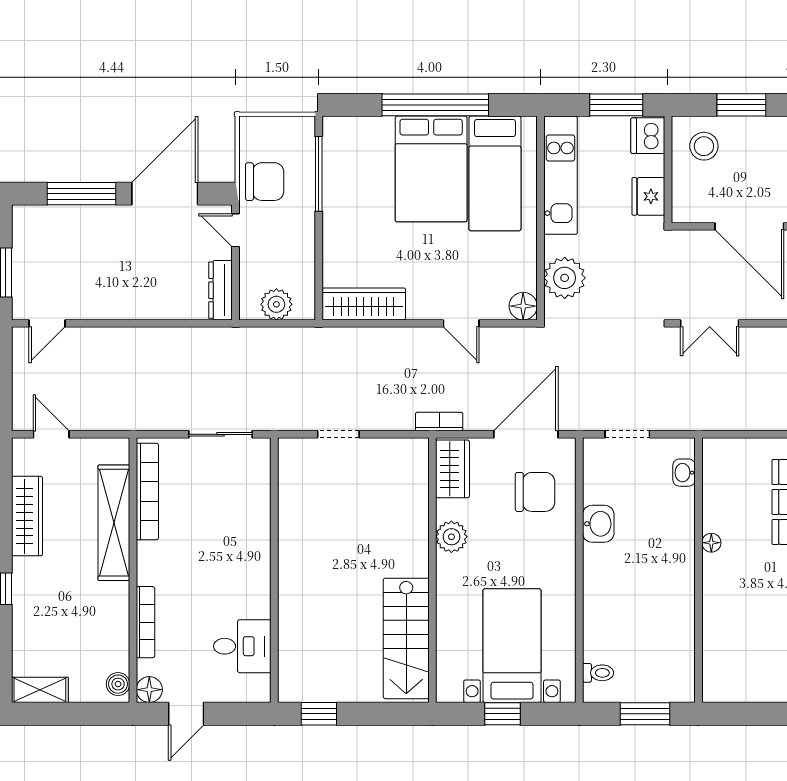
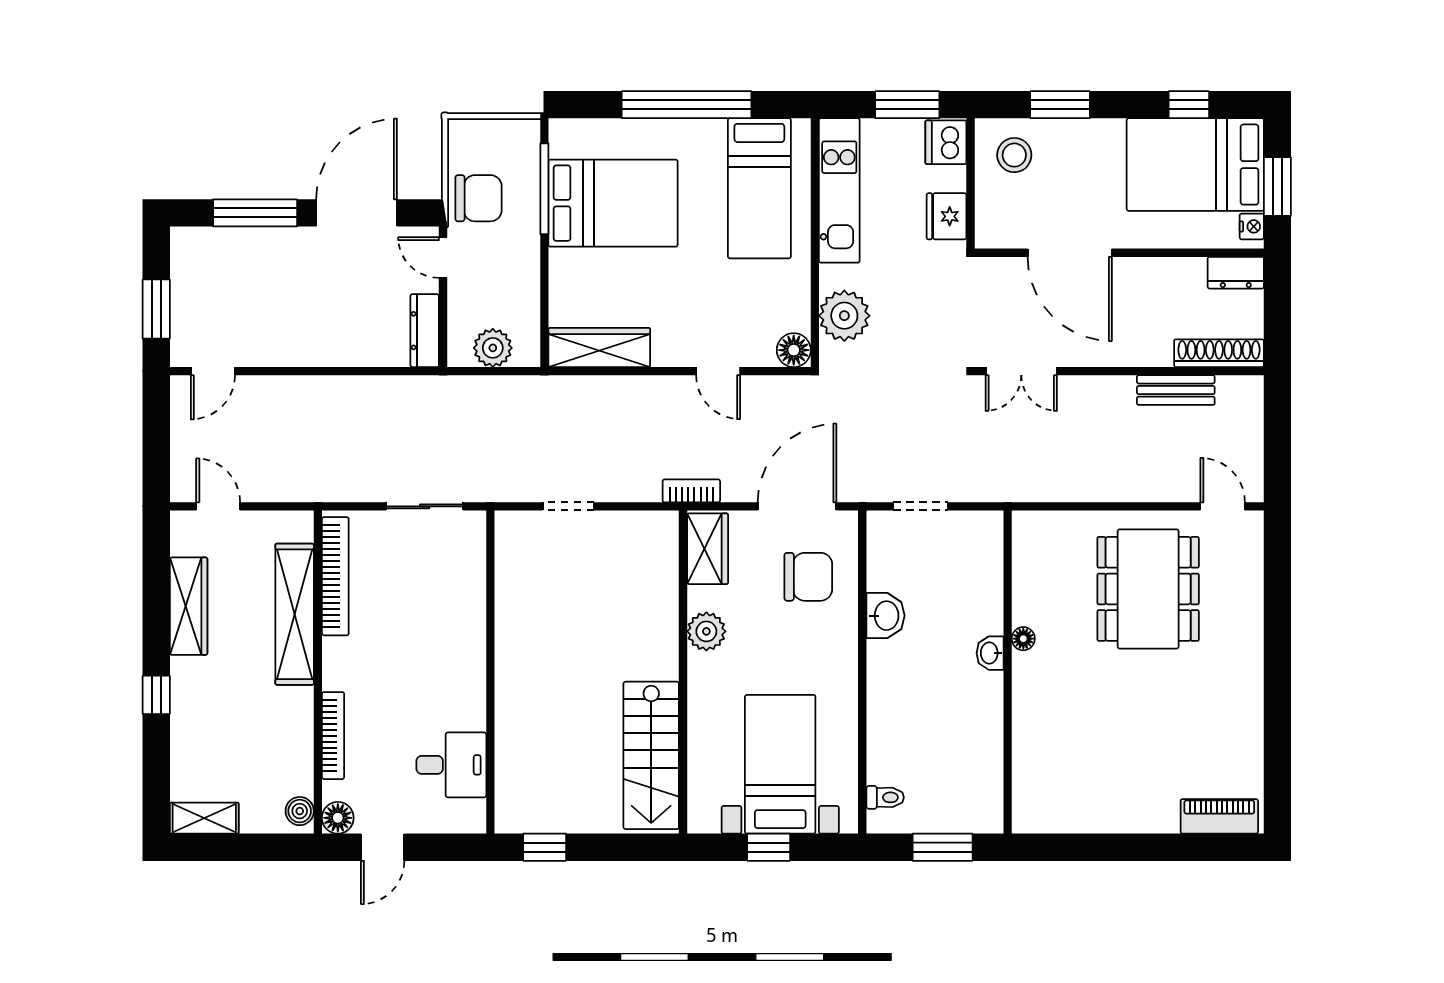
bed: (431, 169) -> (613, 203), moved, turned -90
washbasin: (684, 473) -> (990, 653), moved

